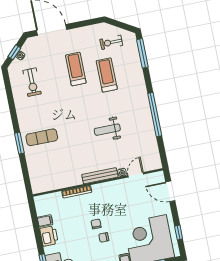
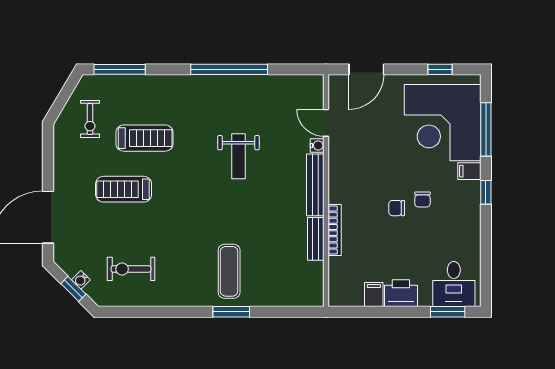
treadmill: (107, 75) -> (144, 138), turned 180
exercise bike: (32, 82) -> (131, 269), turned 180
bench: (70, 182) -> (316, 239), added

